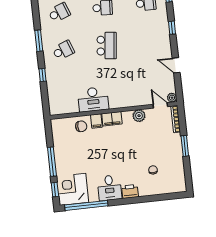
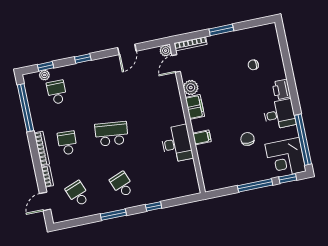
filing cabinet: (112, 119) -> (195, 107), moved
chair: (81, 126) -> (247, 139), moved

